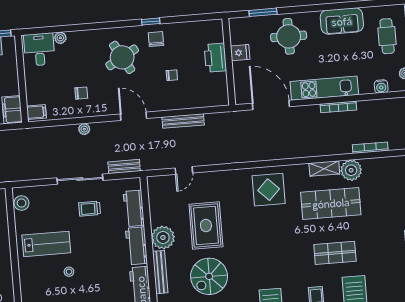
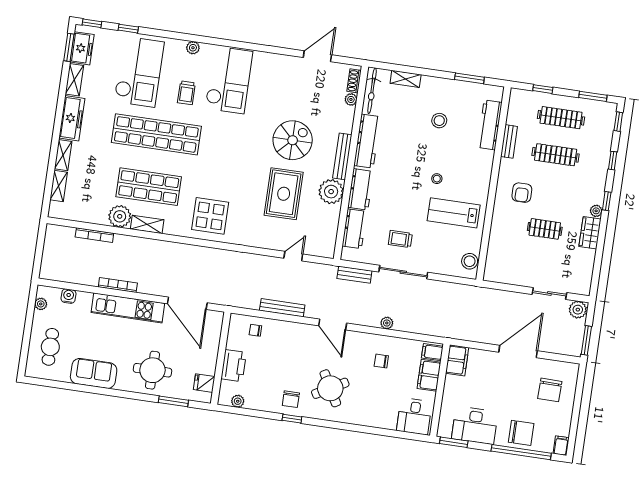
plant: (60, 38) -> (238, 401), moved
fridge: (240, 53) -> (204, 383), moved
chair: (172, 75) -> (255, 330), moved
filing cabinet: (35, 90) -> (429, 375), added
trolley: (90, 209) -> (400, 239), turned 180
shop shelf: (335, 253) -> (156, 134), width x2.00, depth x1.36

